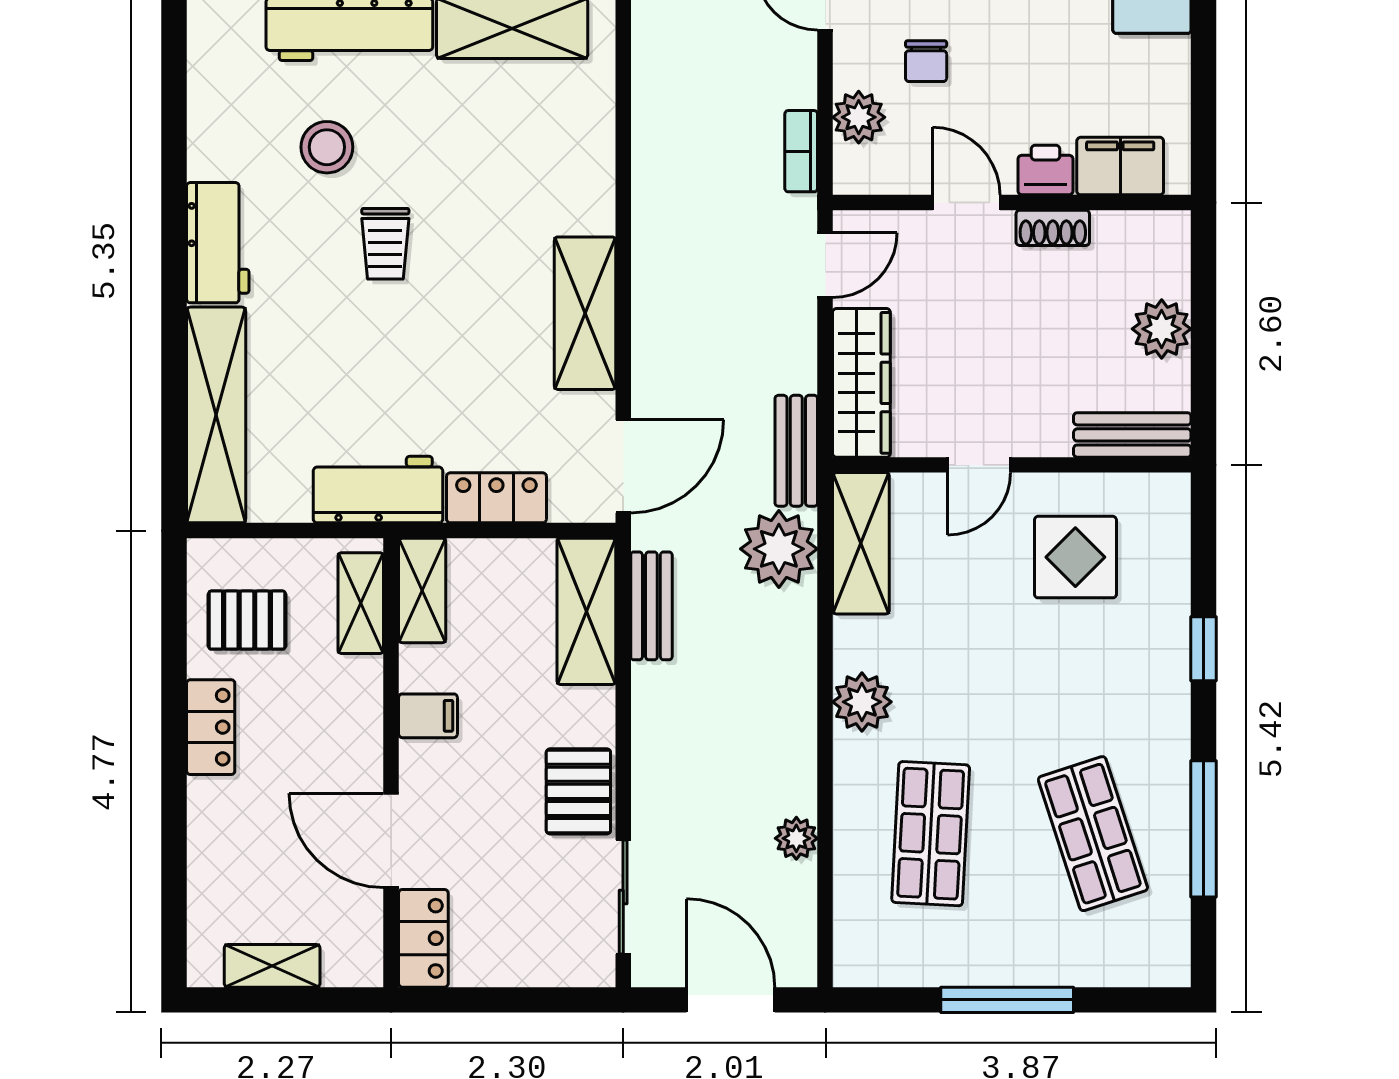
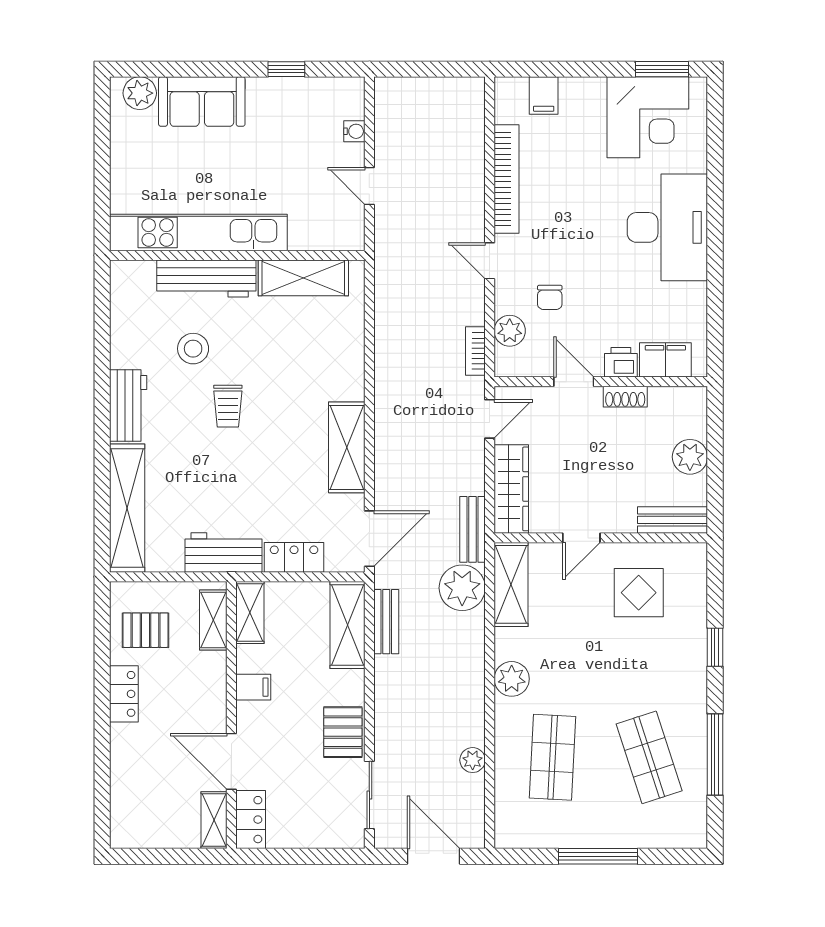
shelving: (272, 966) -> (214, 820), moved, turned 90

